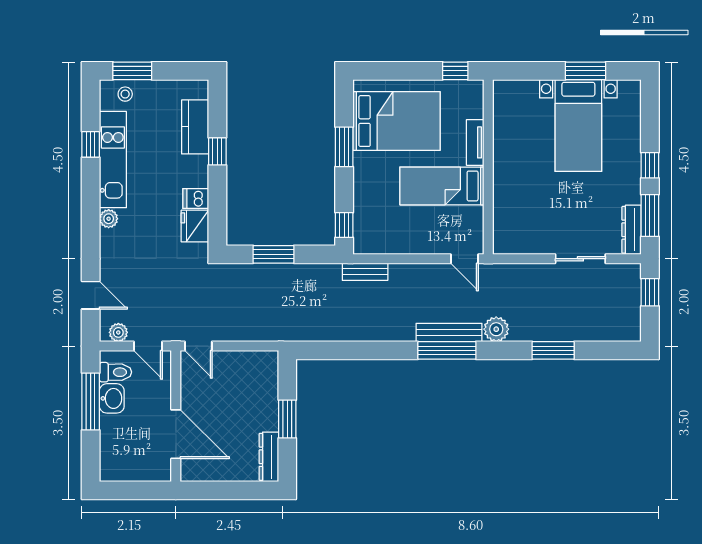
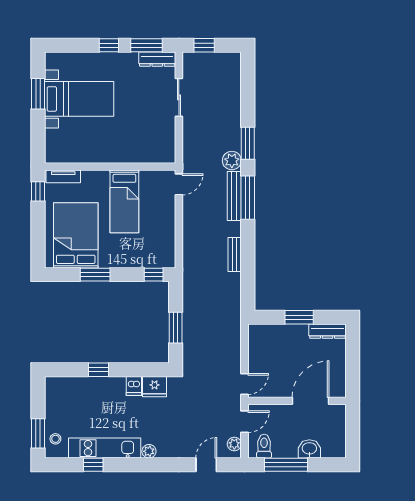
kitchen counter: (195, 127) -> (80, 386), removed
tv unit: (475, 142) -> (63, 176), moved
bench: (365, 272) -> (235, 255), moved
window: (553, 350) -> (248, 143), moved
washbasin: (112, 398) -> (309, 449), moved

